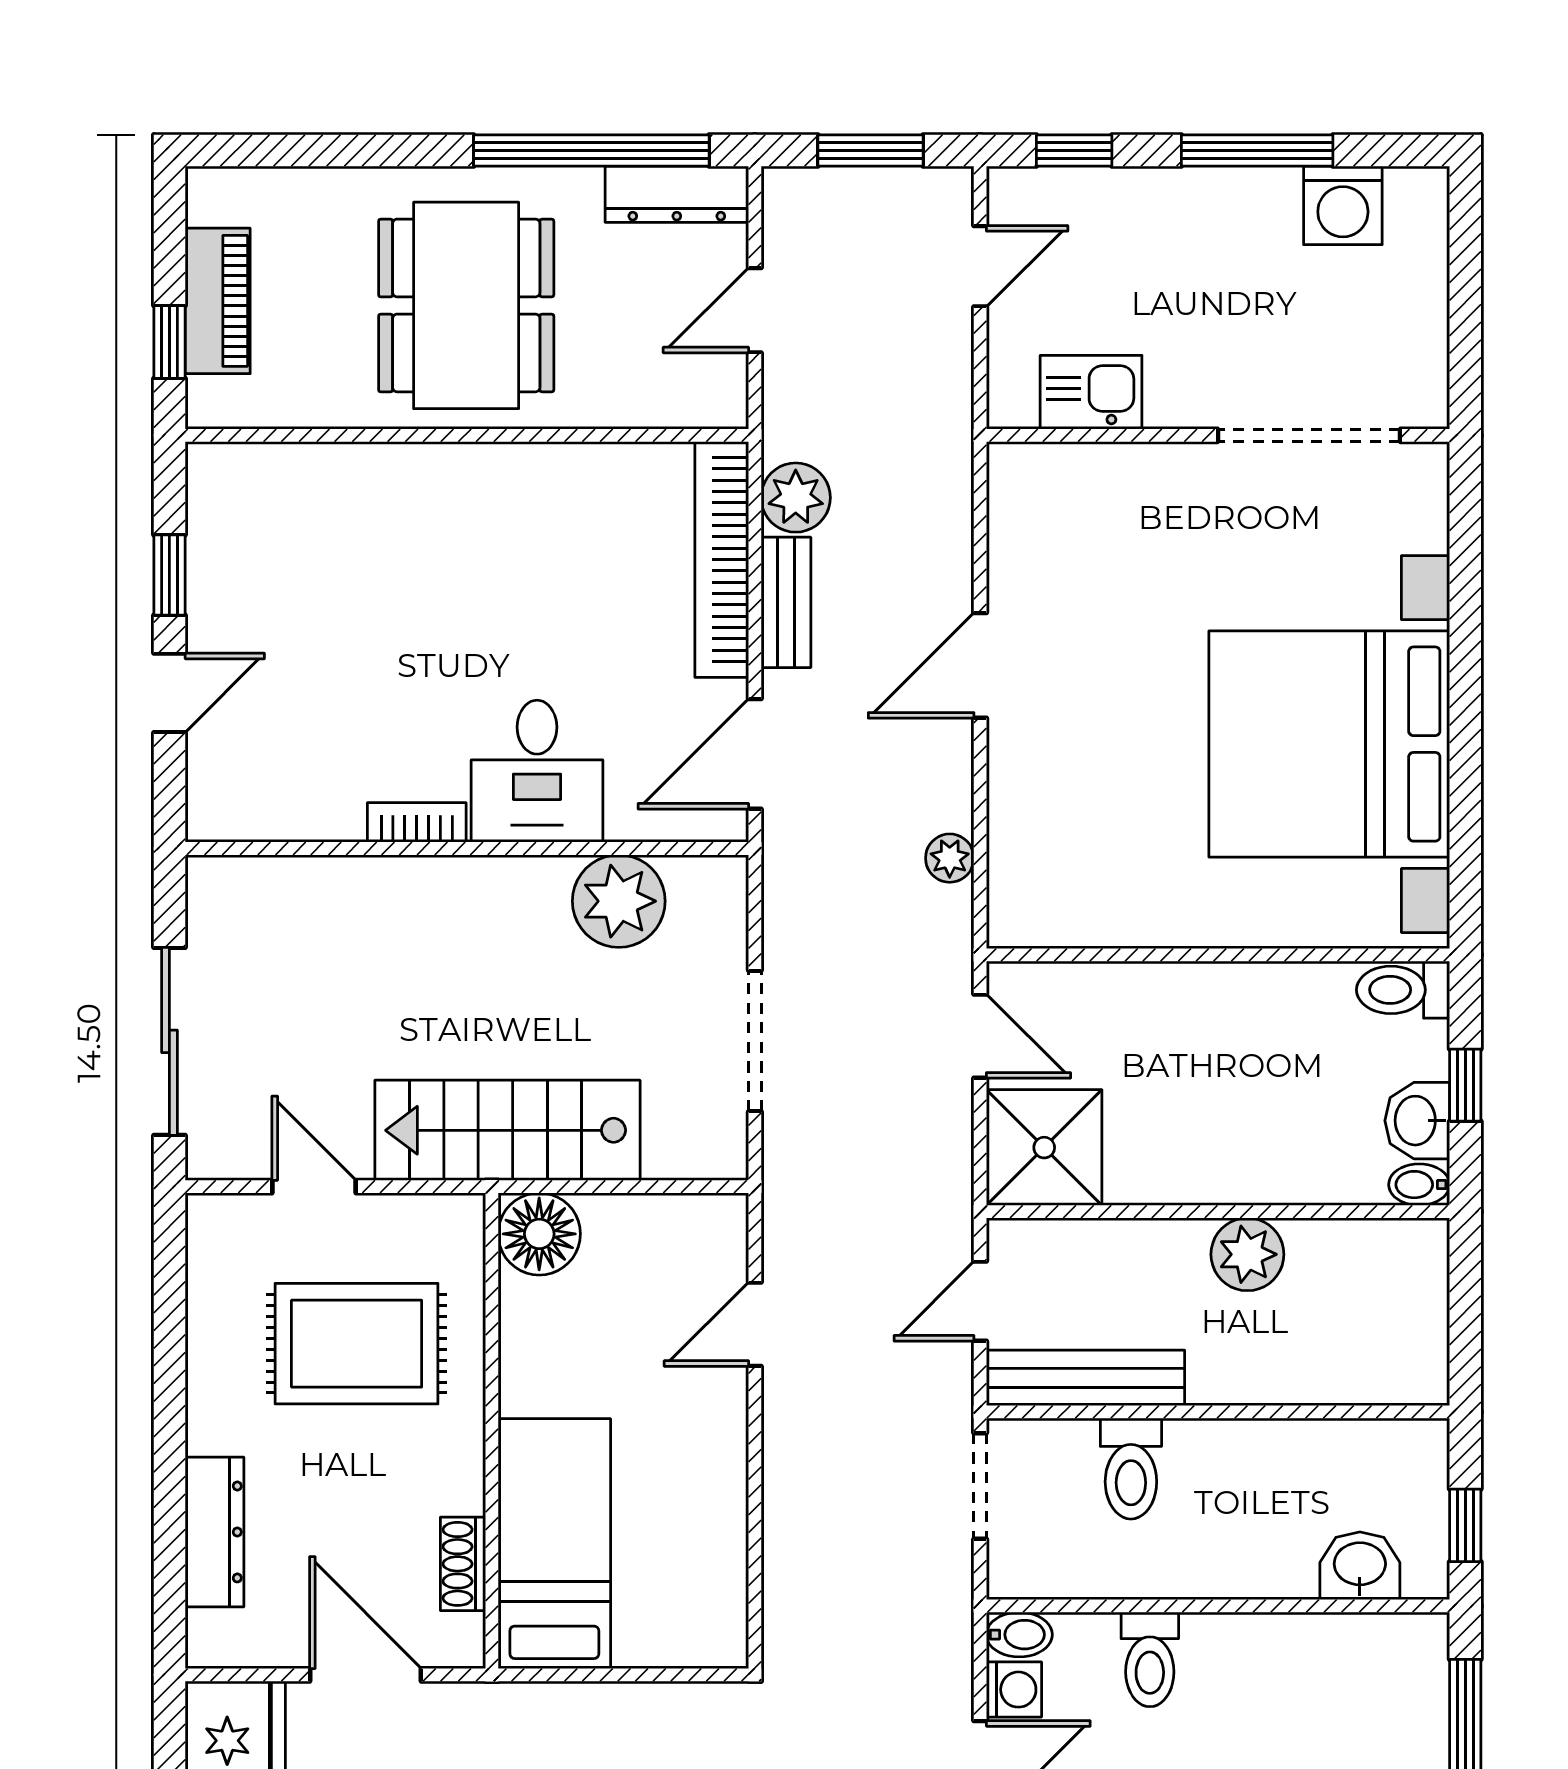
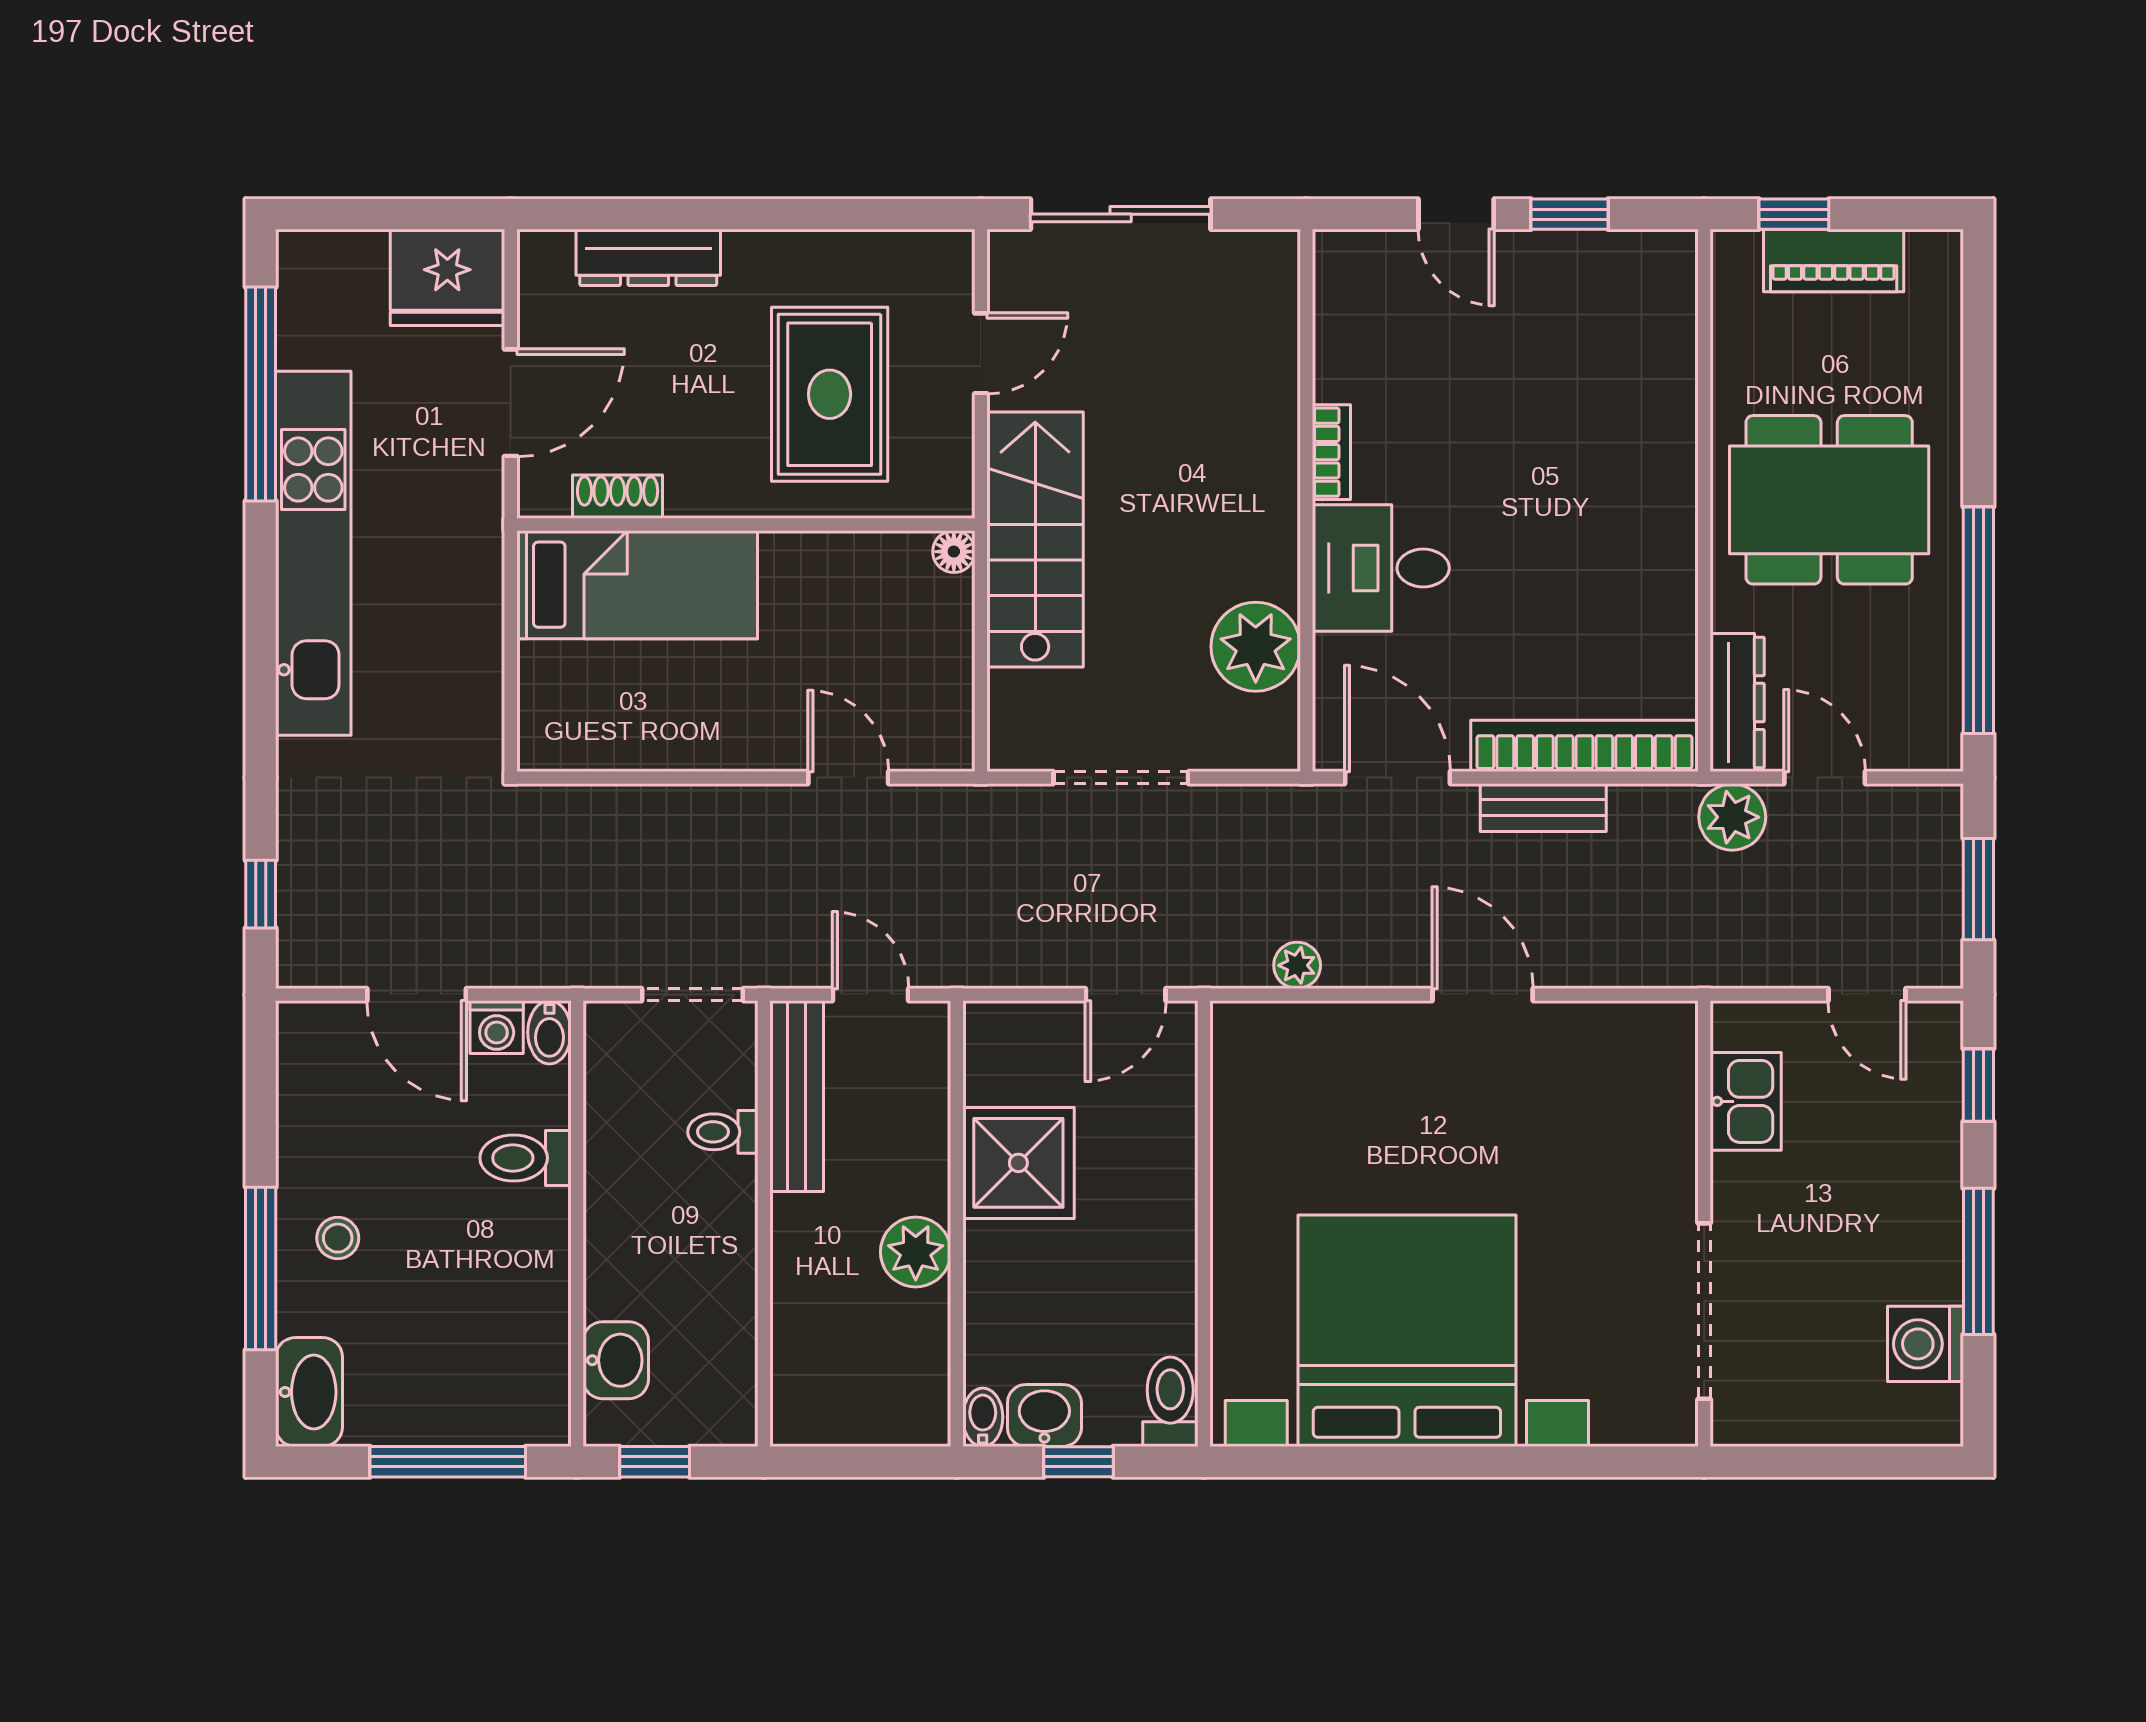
dresser: (677, 194) -> (1737, 703), moved, turned 180
plant: (796, 498) -> (1732, 817), moved
shower: (1044, 1148) -> (1018, 1163), moved
floor lamp: (539, 1234) -> (954, 552), width x0.53, depth x0.53
toilet: (1131, 1469) -> (723, 1132), width x0.73, depth x0.72

